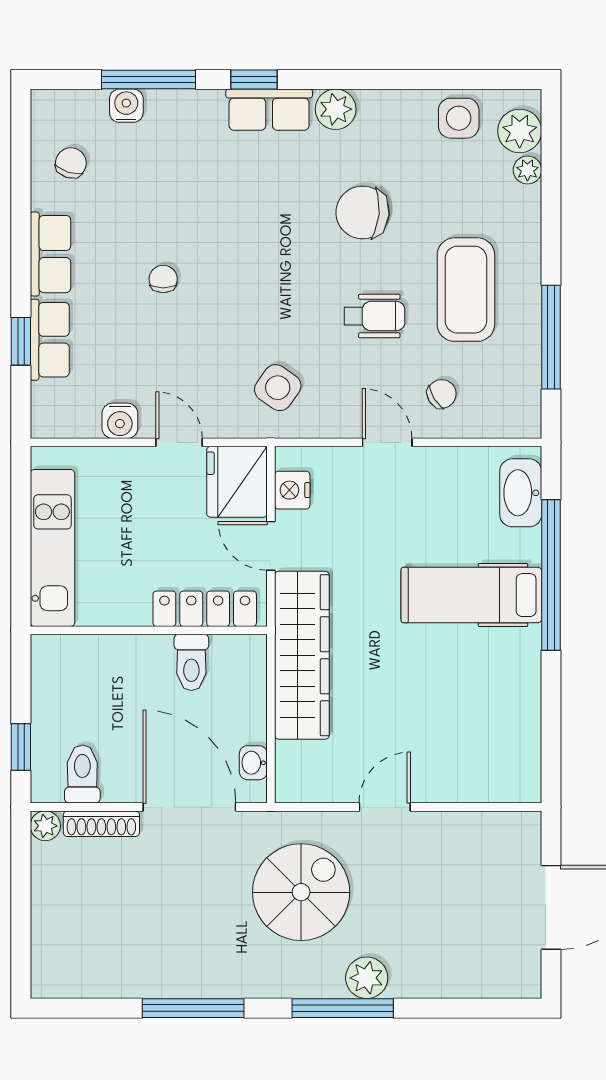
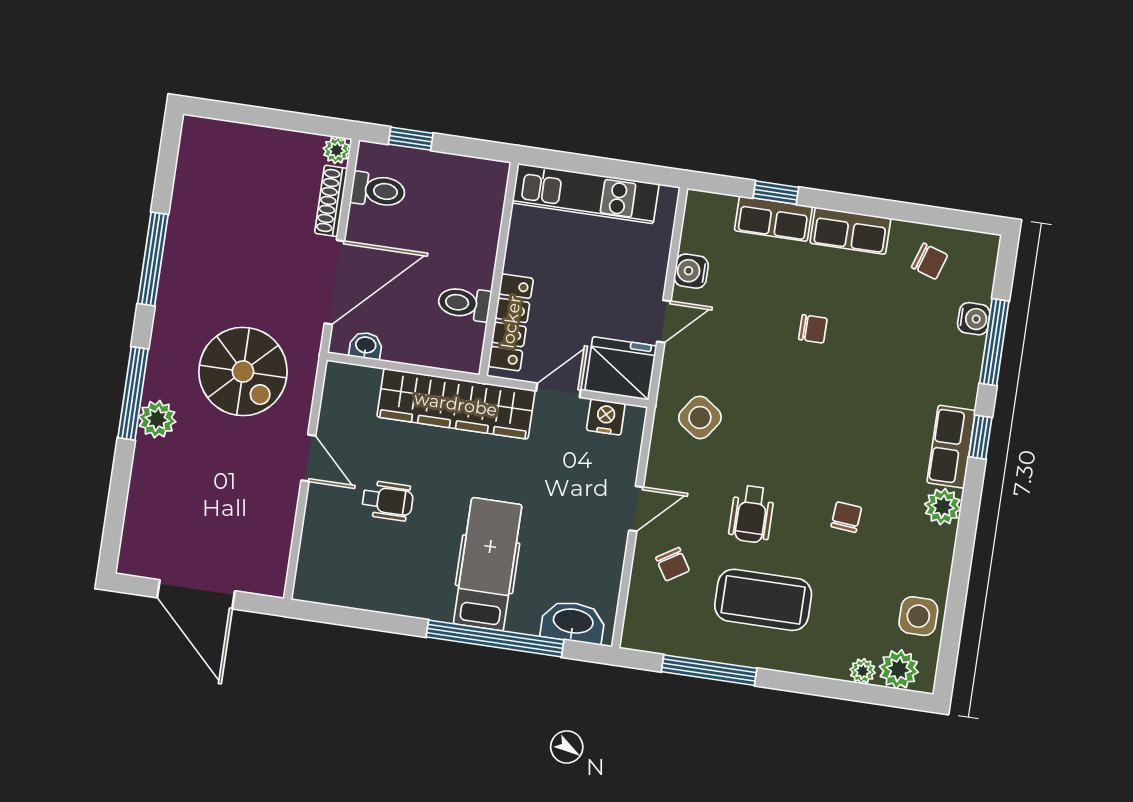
chair: (363, 212) -> (846, 517), width x0.54, depth x0.54
wheelchair: (418, 714) -> (388, 501), added

